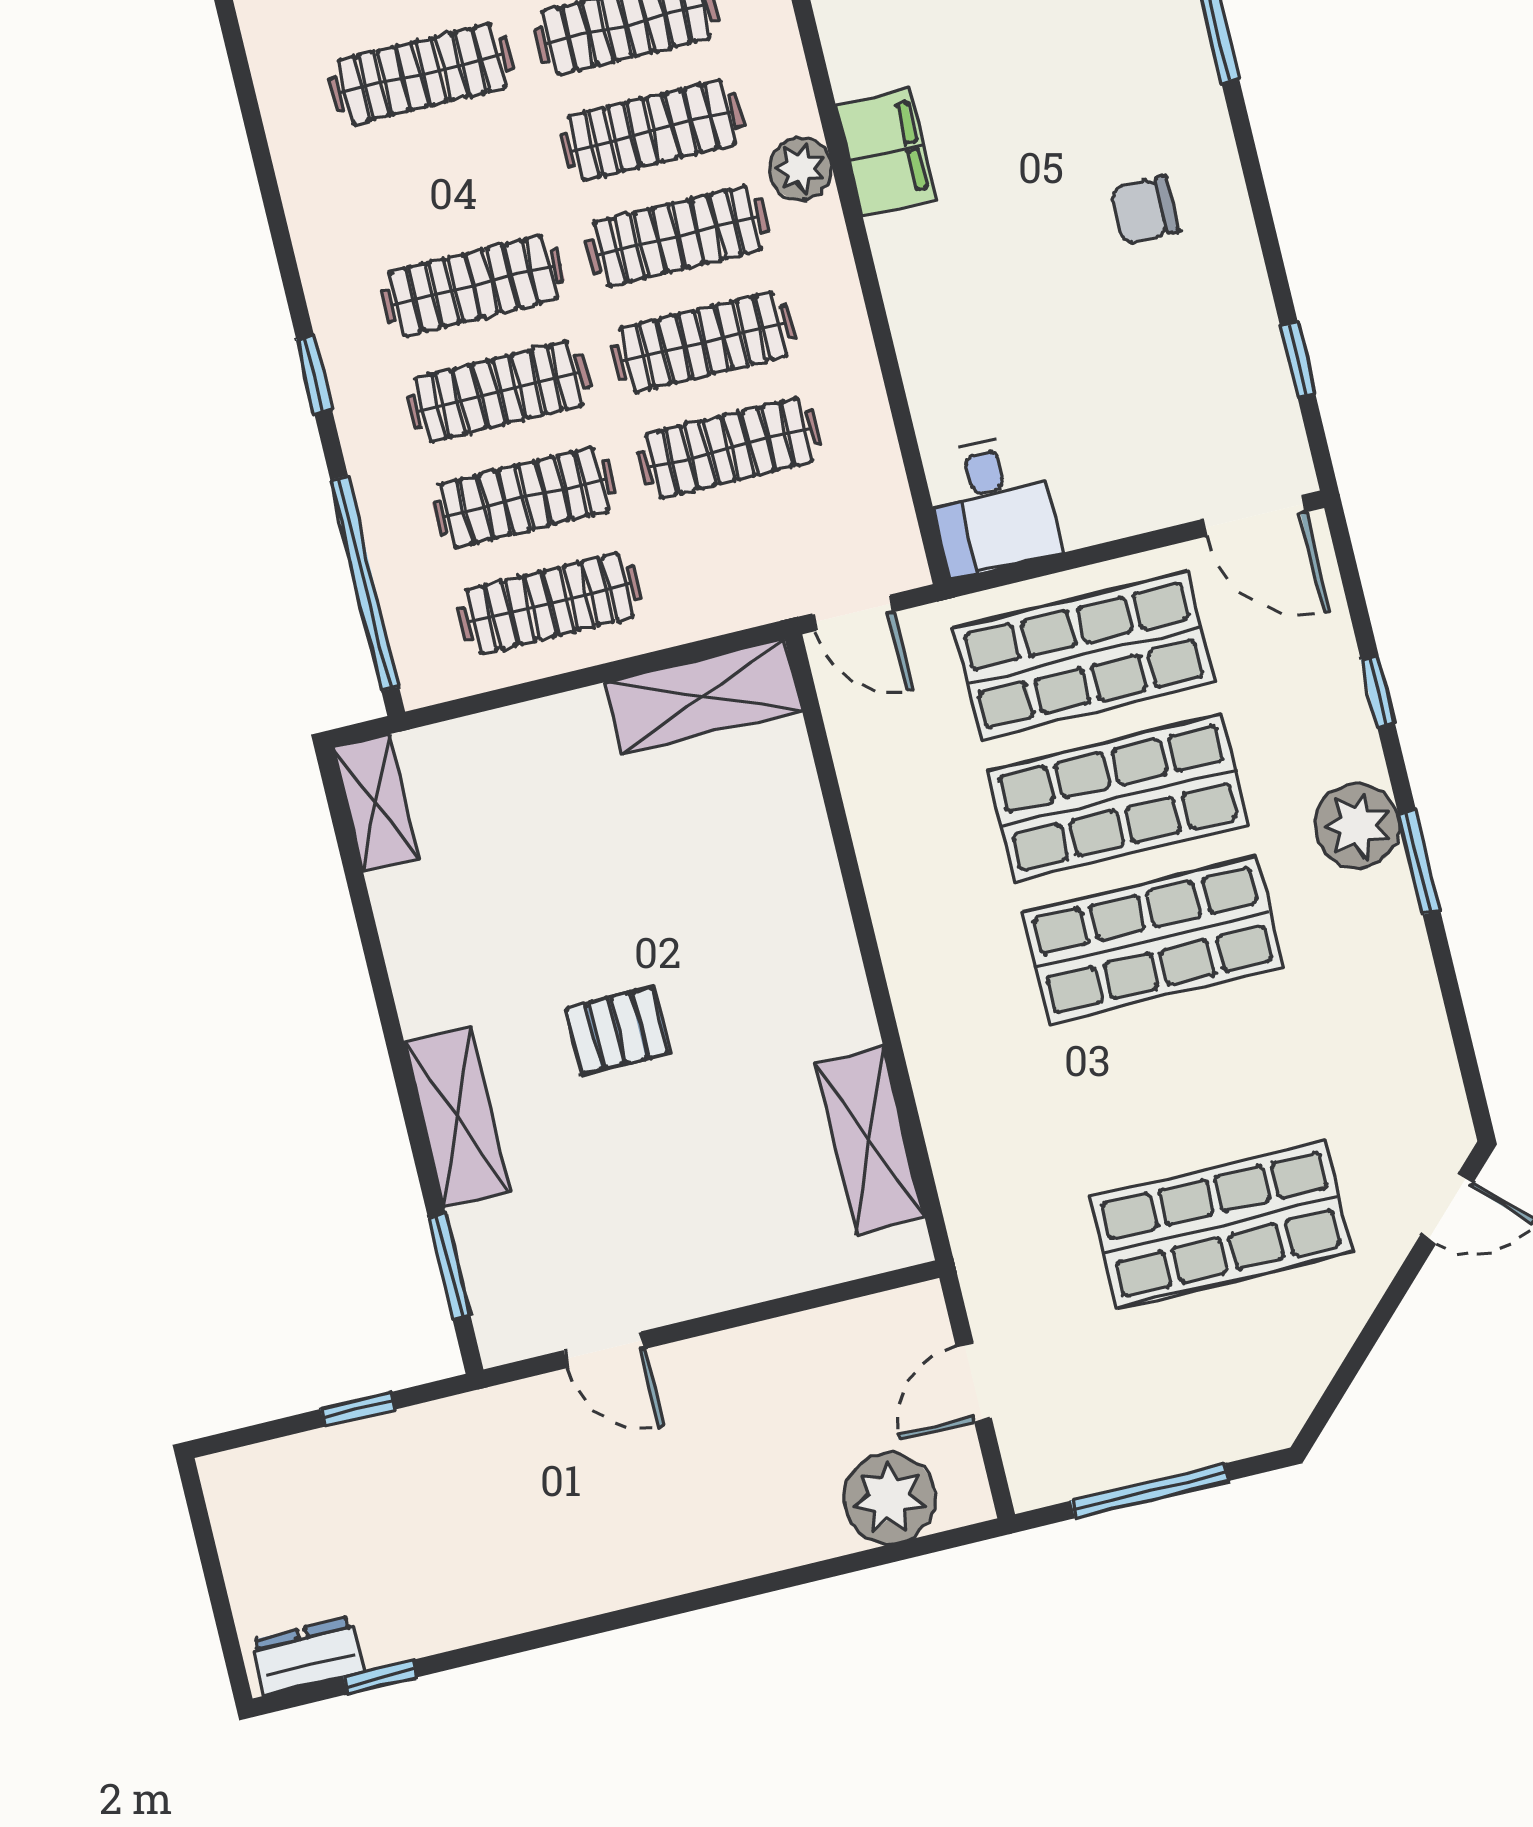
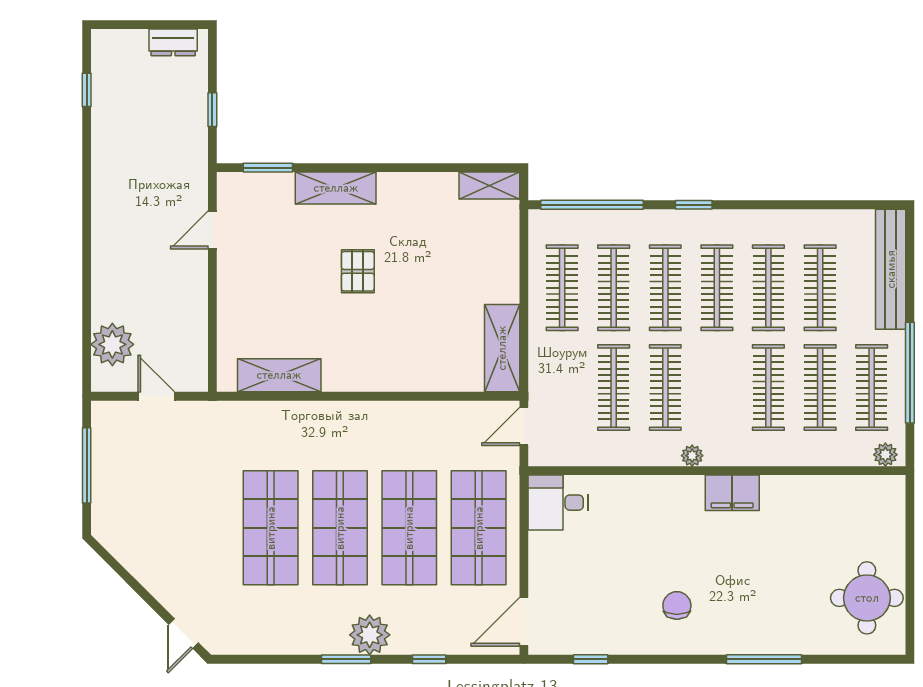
plant: (800, 168) -> (692, 456), moved, width x0.73, depth x0.73
clothes rail: (678, 236) -> (768, 288), moved
shop shelf: (1221, 1224) -> (271, 528), moved
dresser: (307, 1656) -> (173, 42), moved, turned 90

